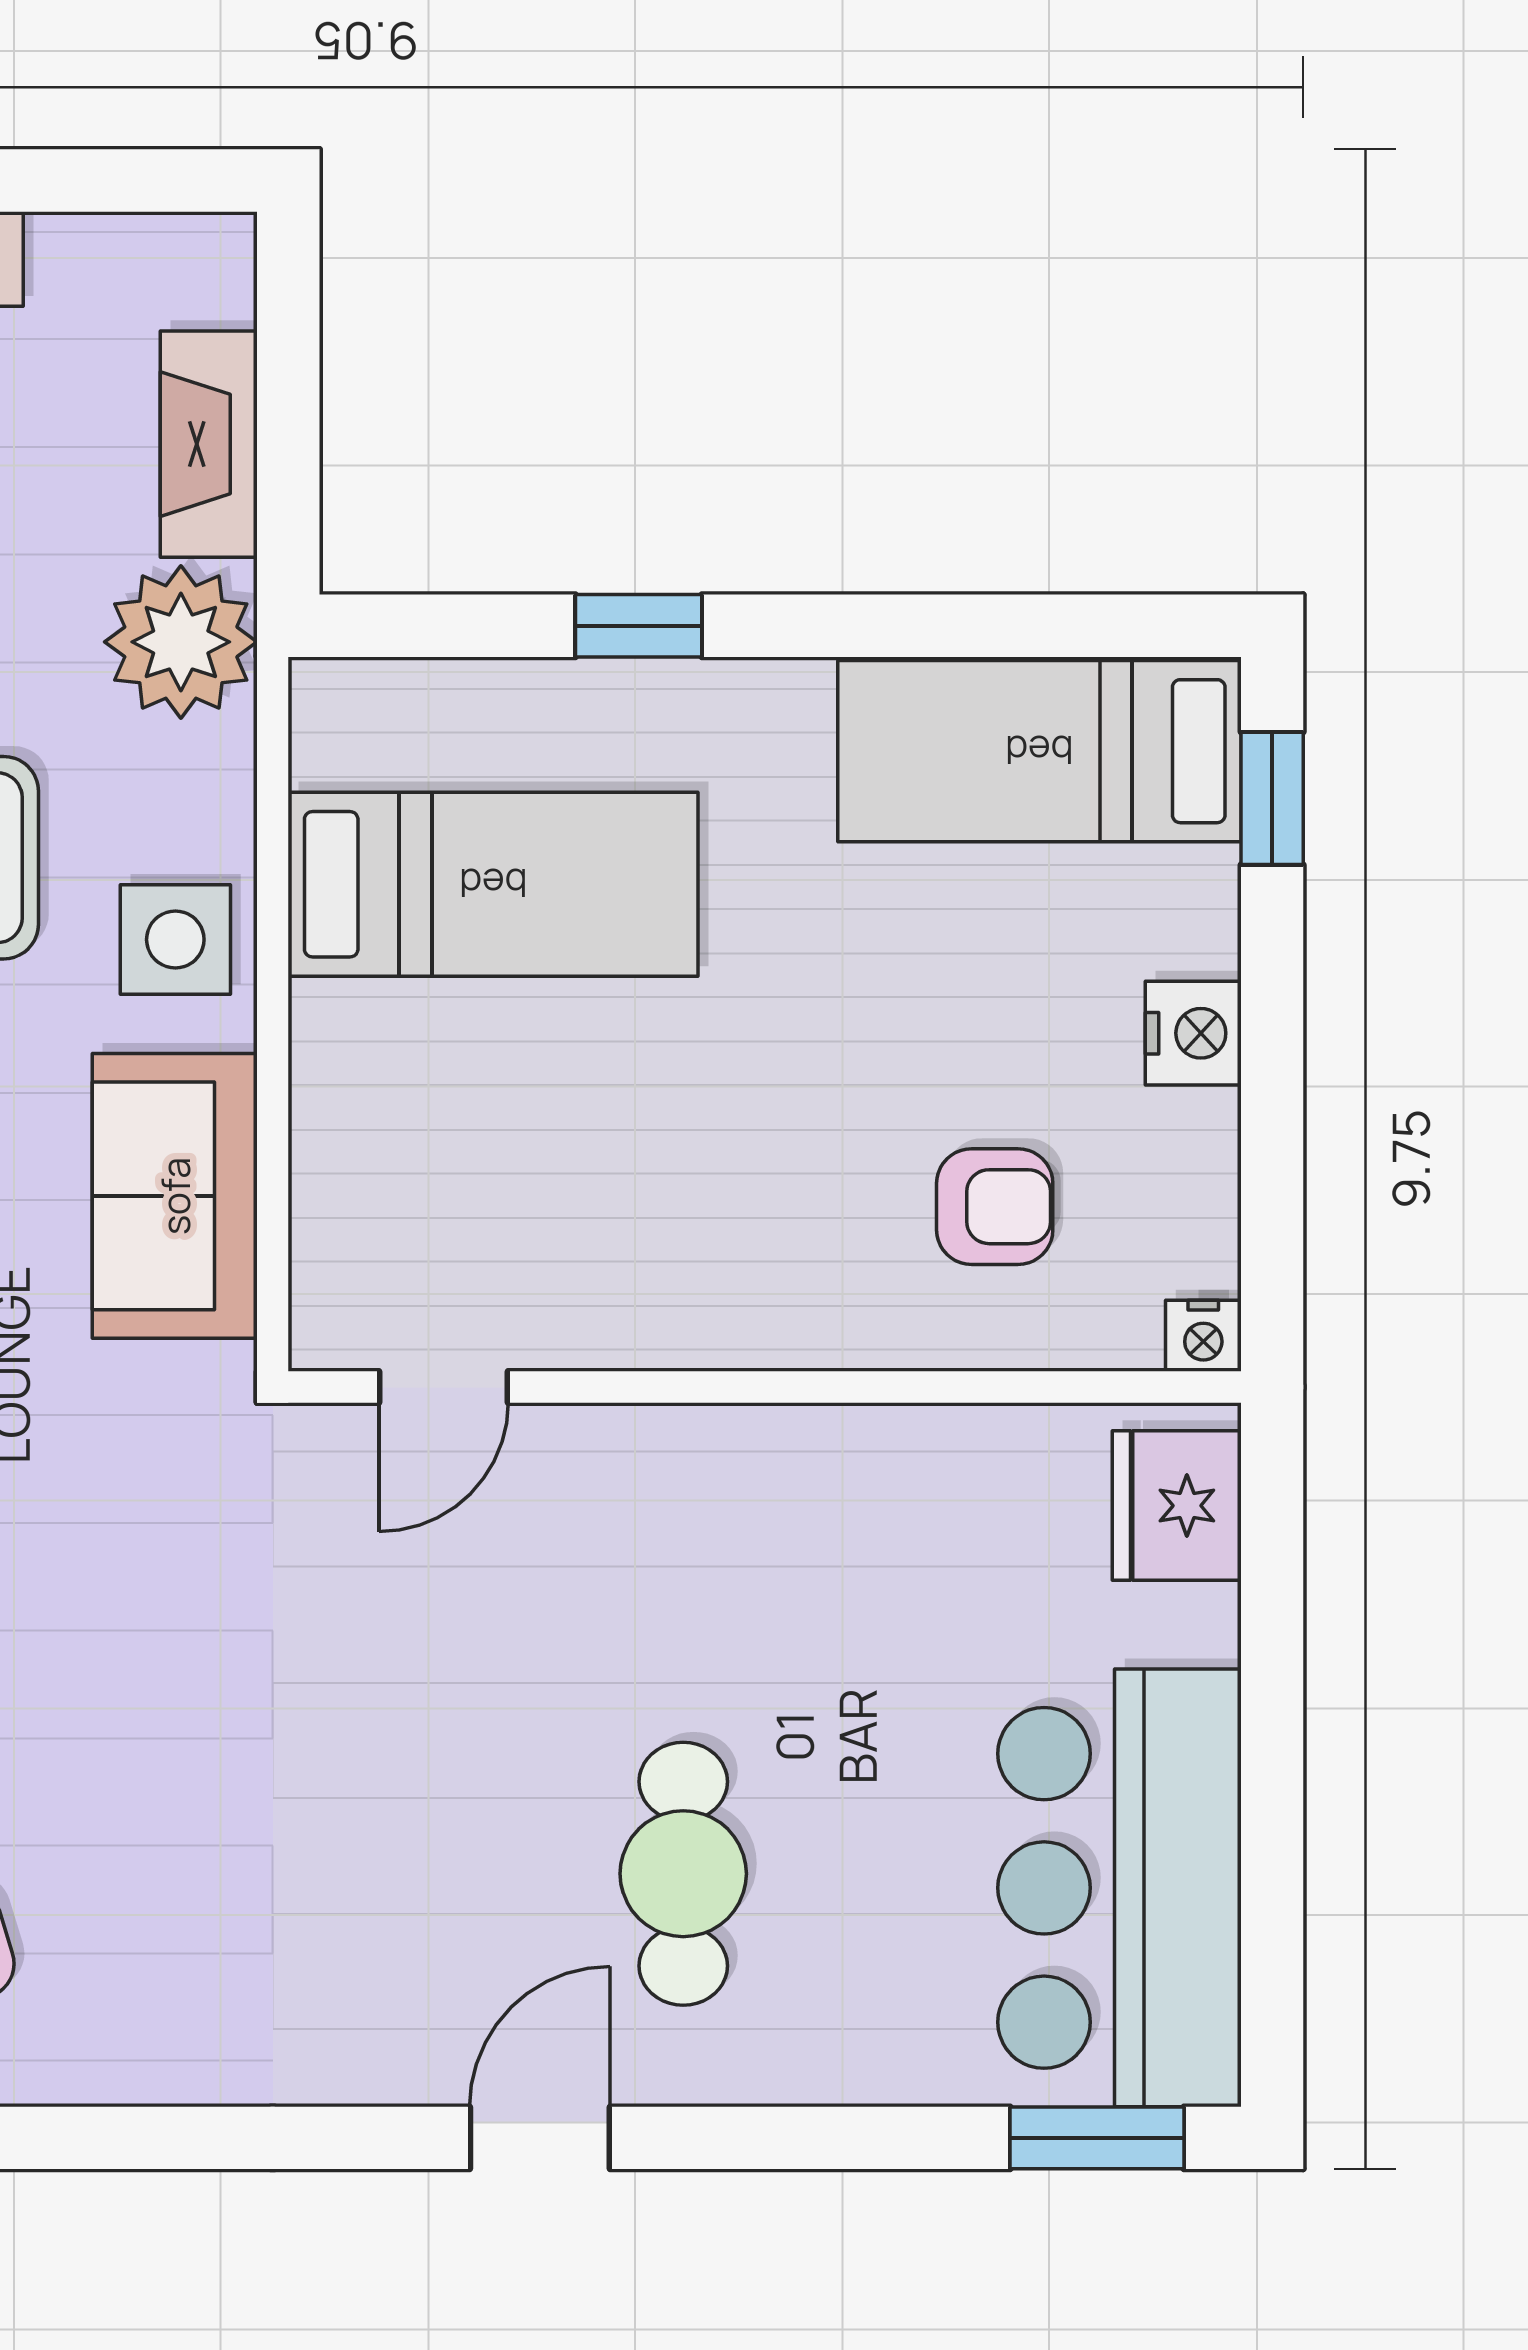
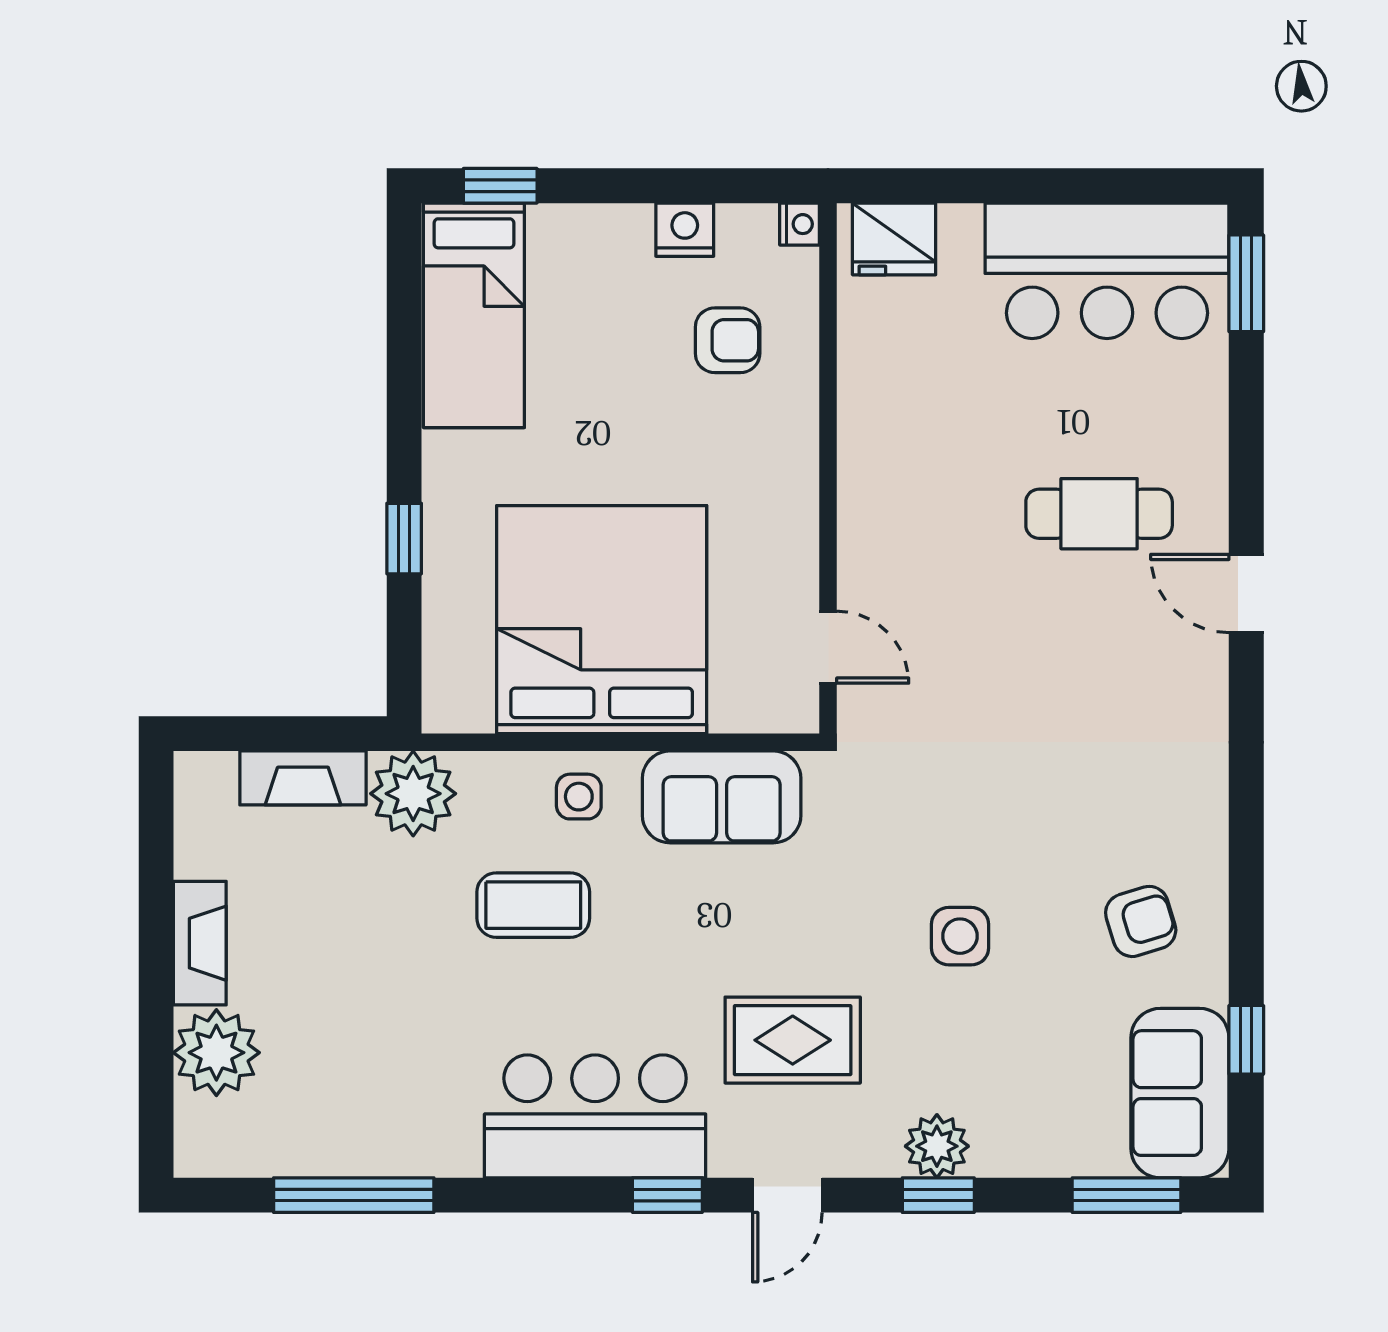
bed: (493, 884) -> (602, 620), width x2.04
side table: (175, 940) -> (579, 797), width x0.73, depth x0.73
nightstand: (1193, 1033) -> (685, 230), moved
armchair: (995, 1207) -> (728, 340), turned 90

